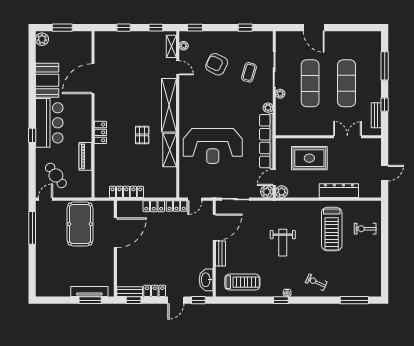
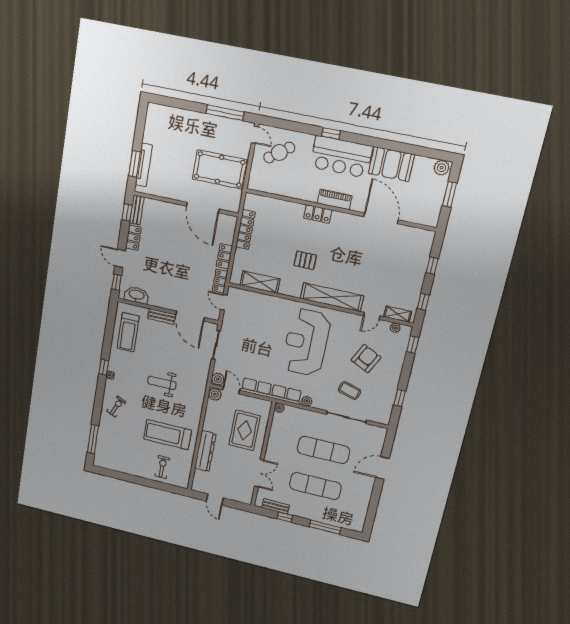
plant: (280, 94) -> (279, 408), moved
reception desk: (213, 146) -> (306, 342), moved
shelving: (170, 150) -> (260, 282), moved
piano: (85, 156) -> (335, 199), moved

